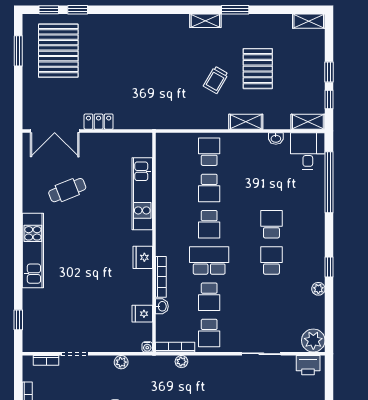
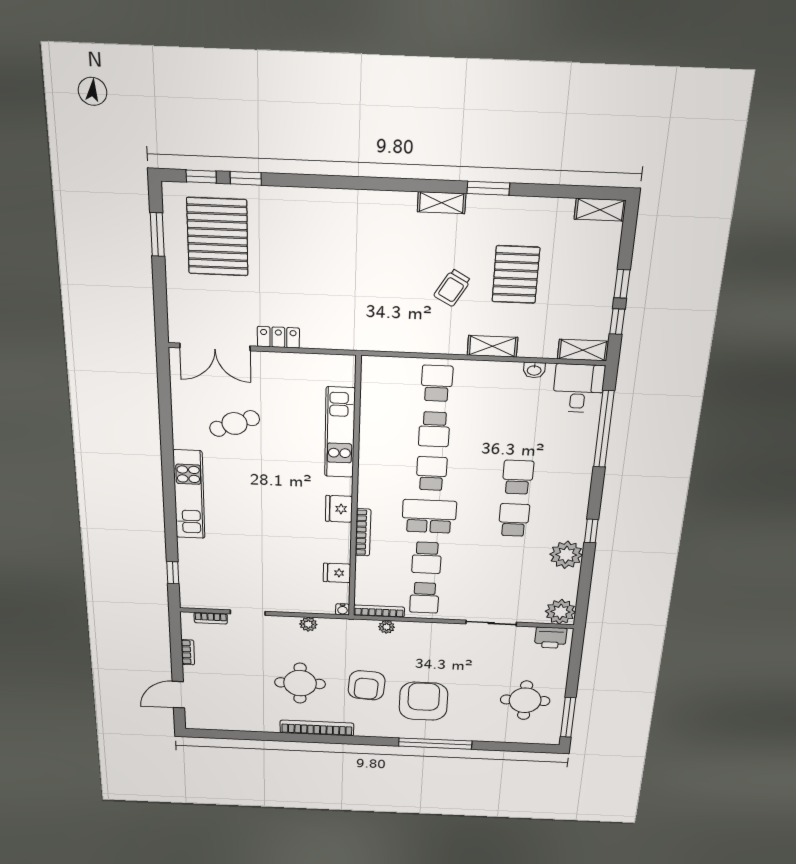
school desk: (209, 224) -> (432, 474), turned 180
plant: (318, 289) -> (566, 555), width x1.88, depth x1.88
washbasin: (162, 306) -> (363, 566), removed

